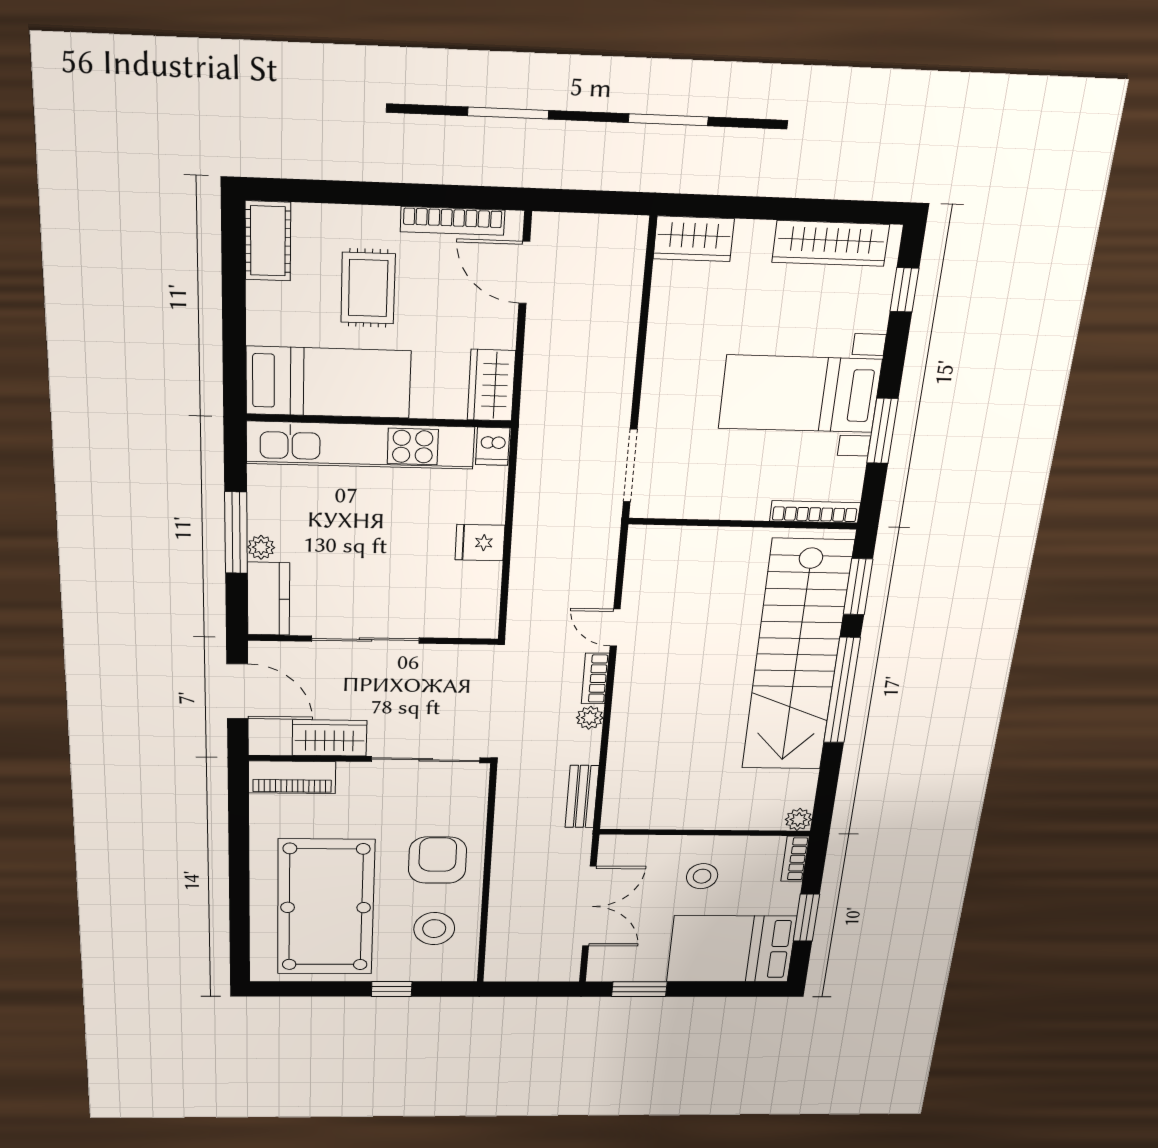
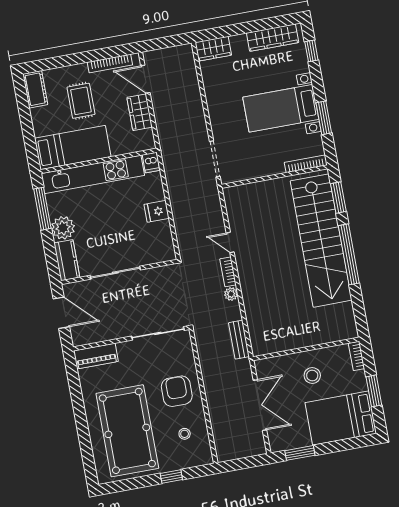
wardrobe: (491, 385) -> (140, 112), moved
window: (236, 533) -> (42, 209), moved
plant: (261, 547) -> (63, 228), width x1.87, depth x1.87
wardrobe: (330, 738) -> (109, 330), removed
plant: (799, 819) -> (351, 332), removed
stool: (434, 929) -> (185, 434), width x0.53, depth x0.53

